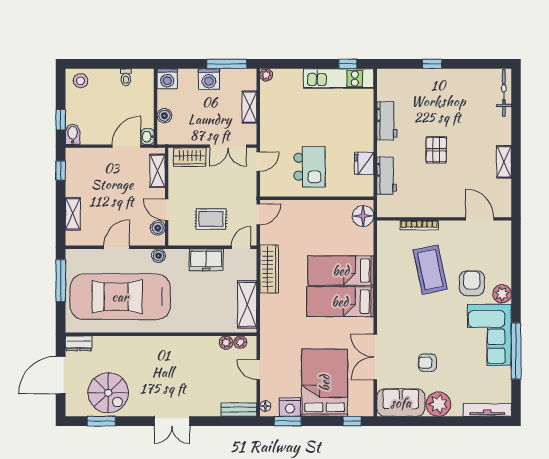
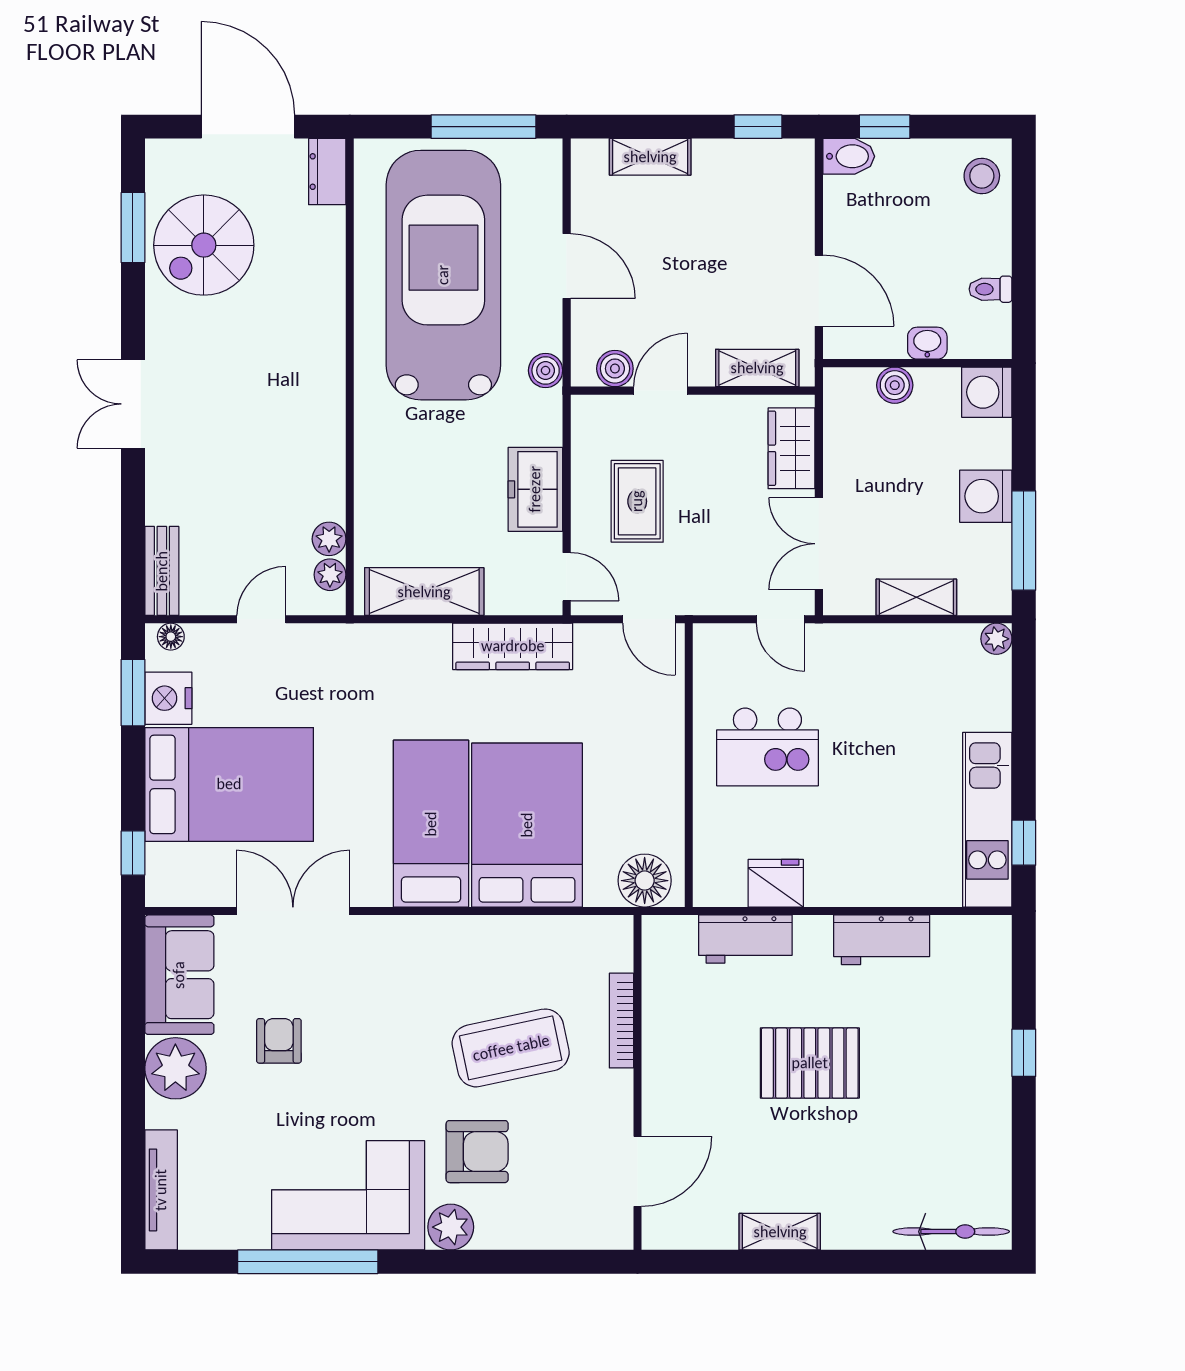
washbasin: (148, 137) -> (927, 343), moved
pallet: (436, 150) -> (810, 1063), width x1.50, depth x1.42
bed: (341, 271) -> (527, 825), width x1.50

